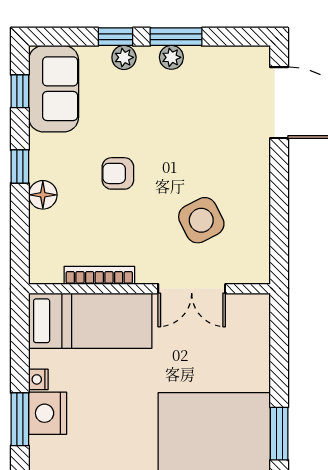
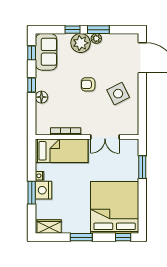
plant: (124, 57) -> (81, 43), width x1.87, depth x1.87
armchair: (118, 173) -> (88, 84), moved
side table: (201, 220) -> (118, 94), moved
window: (279, 434) -> (142, 167), moved

